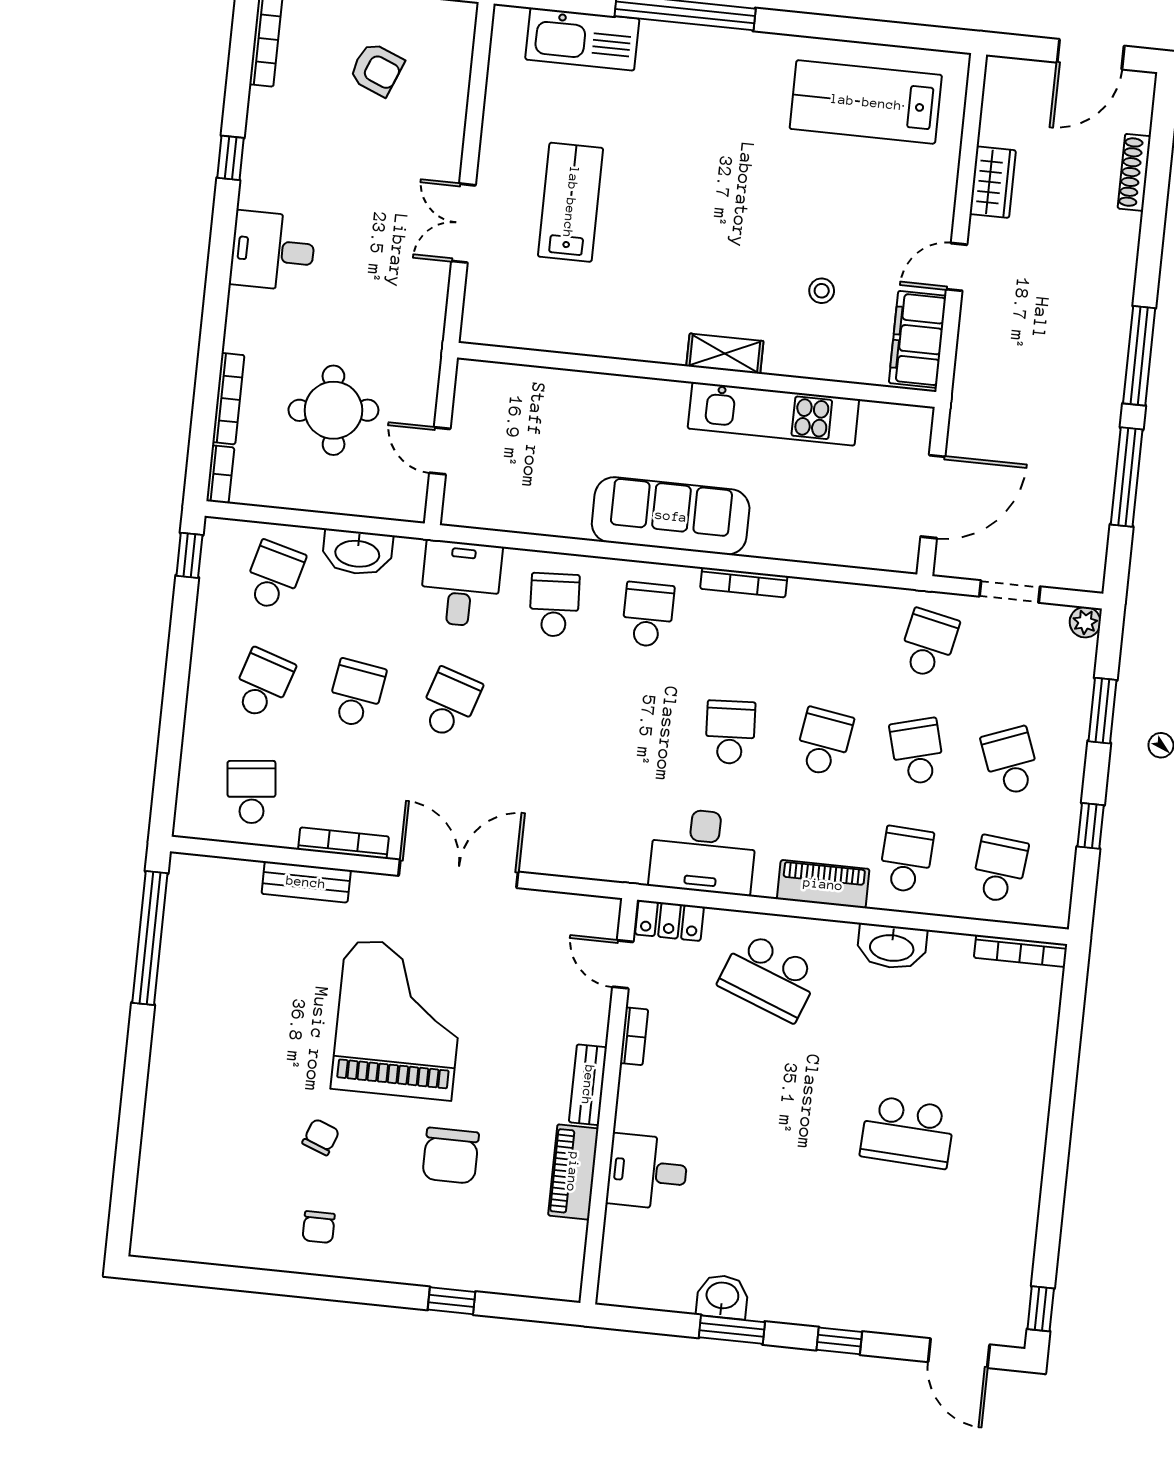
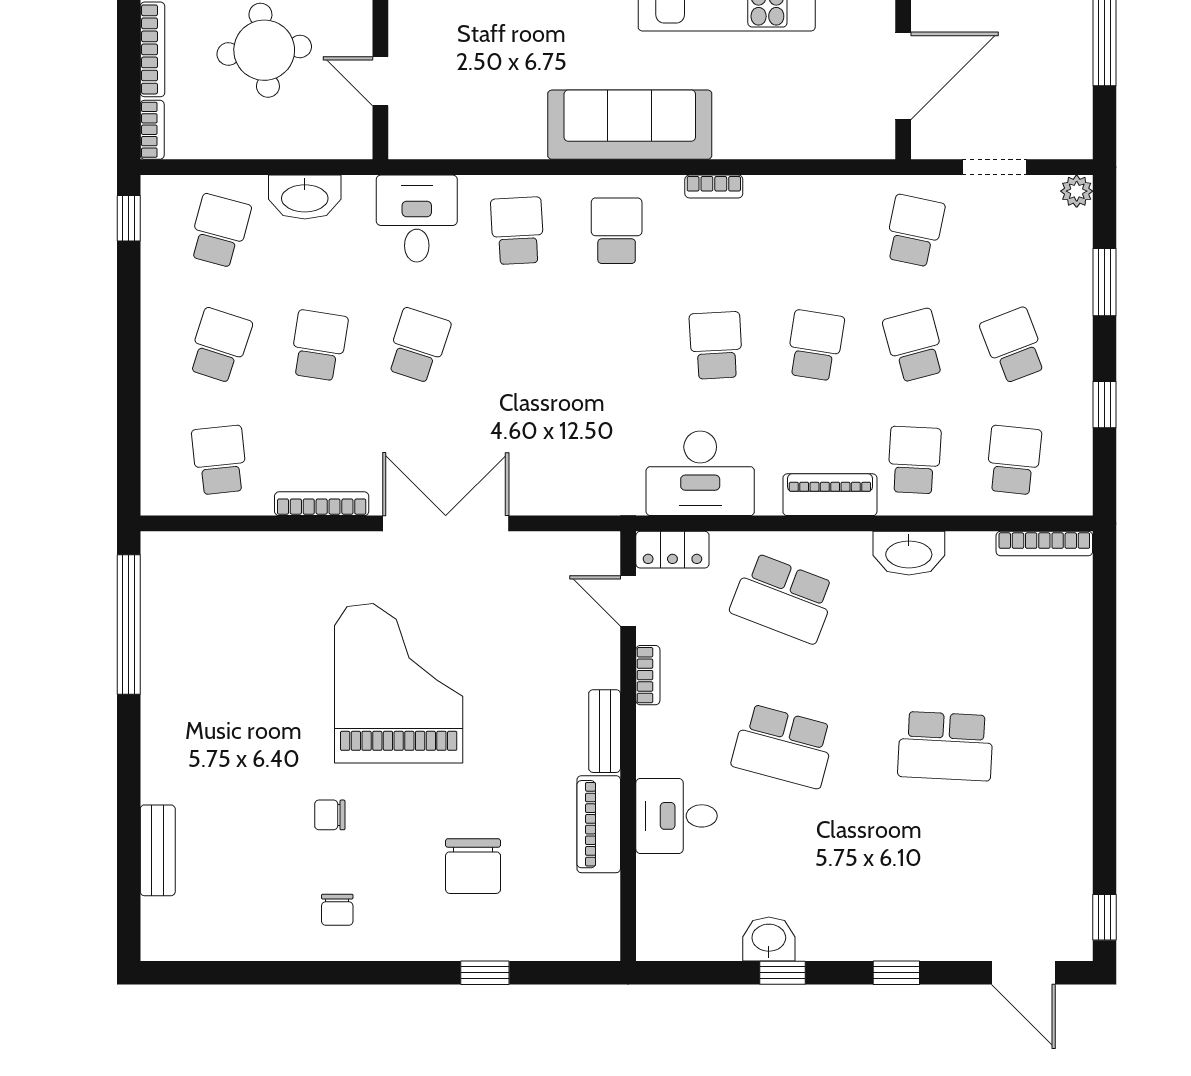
bookcase: (744, 582) -> (714, 187), width x0.64
bench: (306, 882) -> (158, 850), moved, turned 90
school desk: (755, 1116) -> (783, 746), added
chair: (321, 1137) -> (330, 815), turned -111
chair: (451, 1156) -> (473, 866), moved
window: (732, 1330) -> (782, 973), width x0.67

